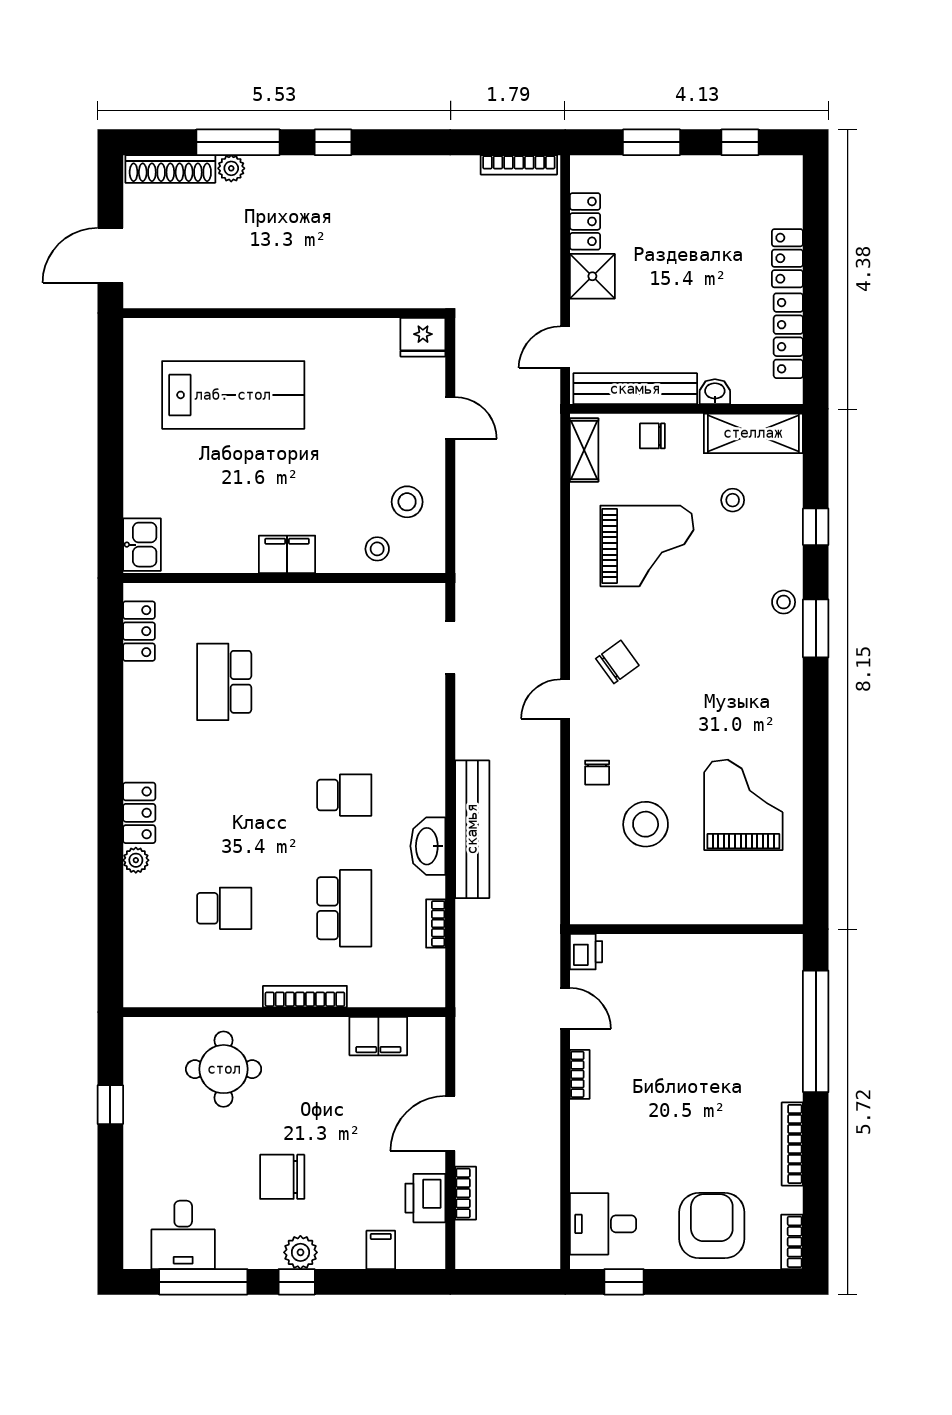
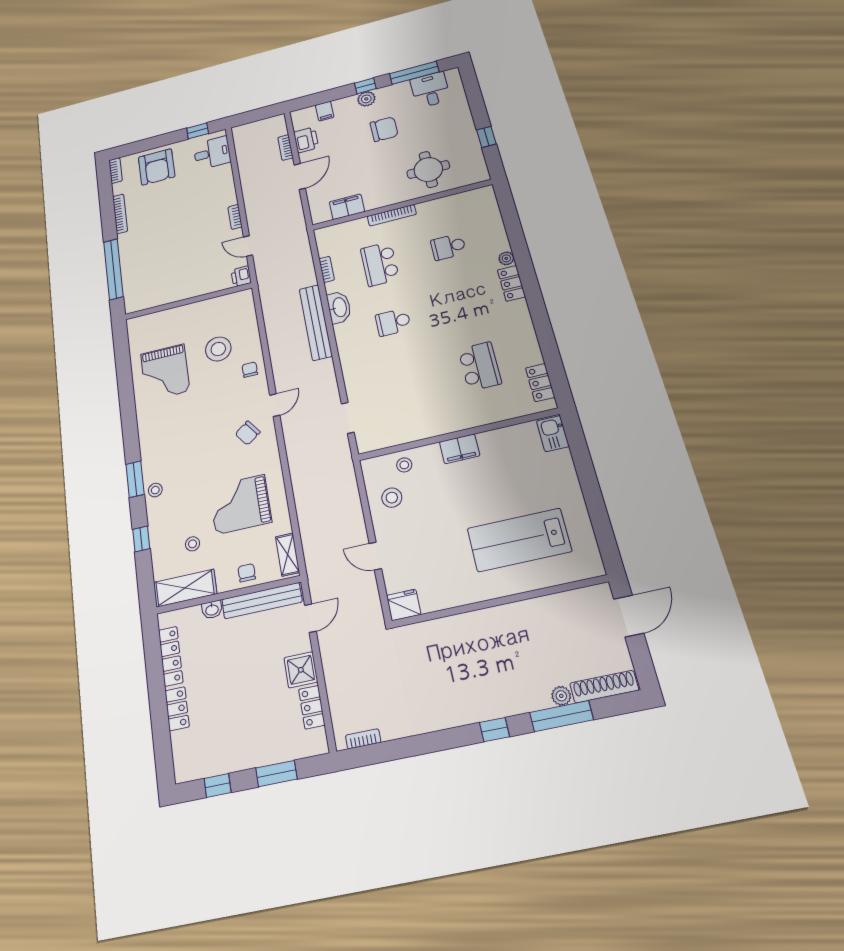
bookcase: (519, 165) -> (363, 739), width x0.64
chair: (652, 436) -> (247, 573), turned -90

